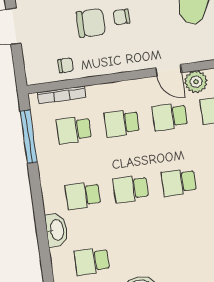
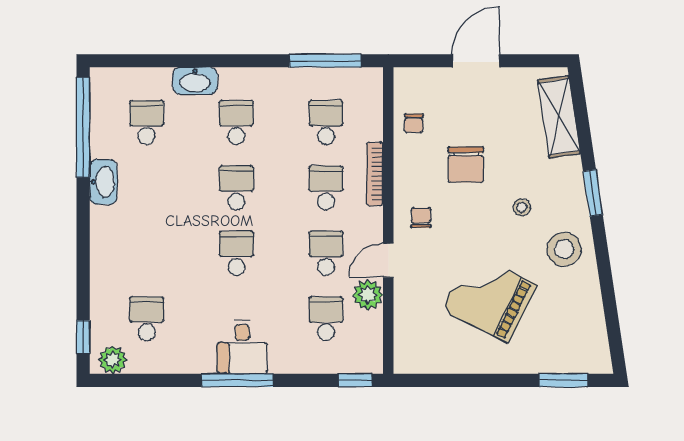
chair: (121, 17) -> (421, 218), moved
bookcase: (62, 95) -> (375, 174), moved

